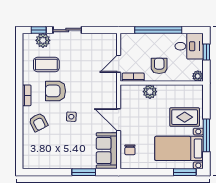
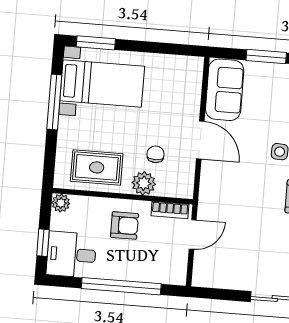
armchair: (159, 66) -> (124, 225), turned -90
rug: (185, 117) -> (97, 167), moved
chair: (130, 150) -> (156, 154), moved

